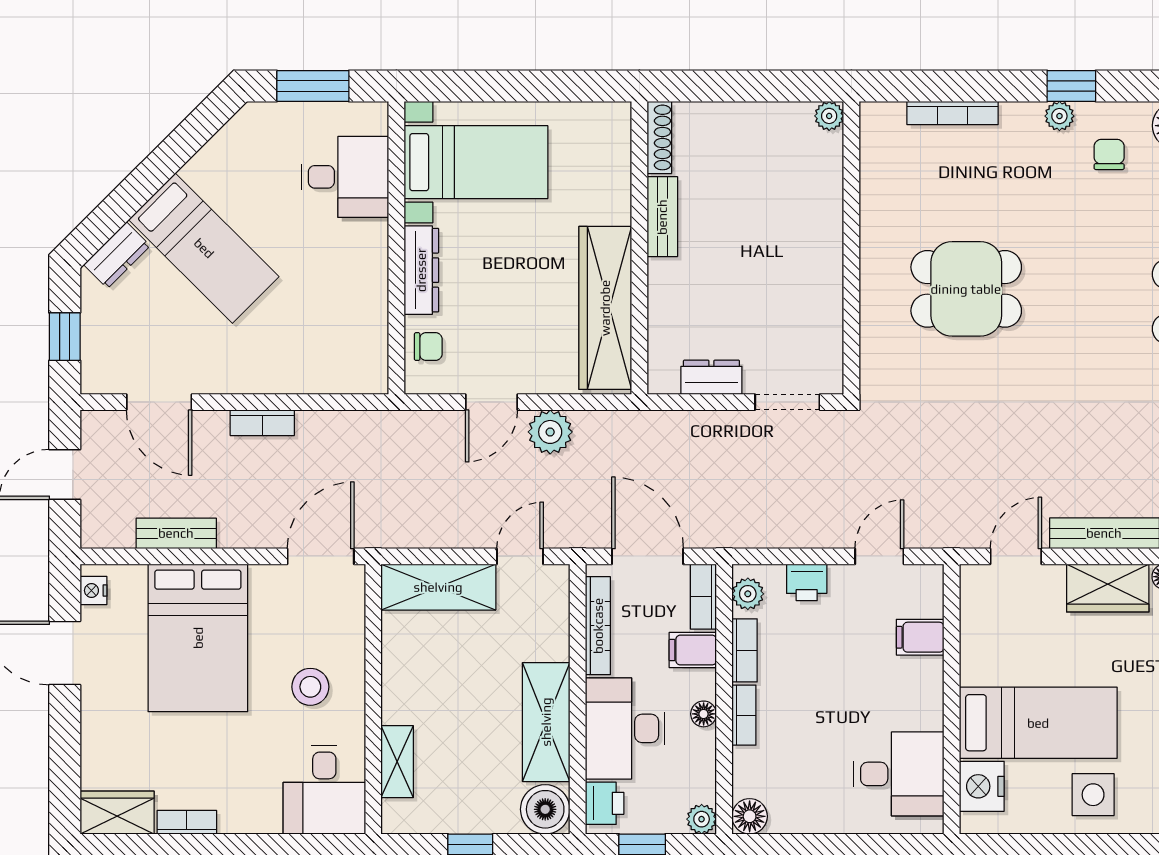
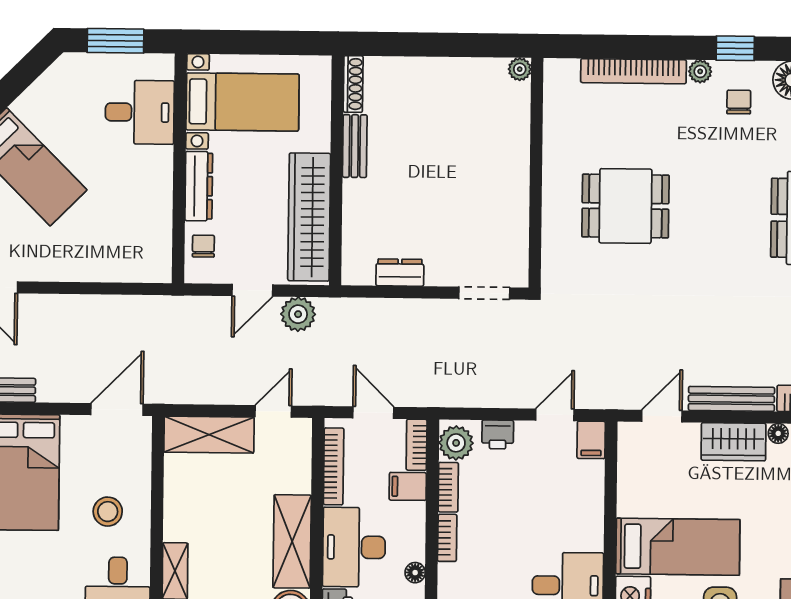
window: (1071, 86) -> (735, 48), moved
bookcase: (952, 113) -> (633, 71), width x1.48, depth x1.31
shoe rack: (659, 137) -> (353, 84), moved
bench: (662, 217) -> (355, 146), moved
wall: (639, 248) -> (336, 170), moved
wardrobe: (605, 308) -> (309, 217), moved
chair: (428, 347) -> (203, 246), turned -90
dresser: (711, 377) -> (400, 273), moved
bookcase: (262, 423) -> (73, 304), removed
door: (648, 556) -> (373, 413), width x0.73
plant: (748, 594) -> (456, 443), width x1.38, depth x1.38
filing cabinet: (920, 637) -> (591, 440), moved, turned -90
floor lamp: (704, 714) -> (415, 573), moved

